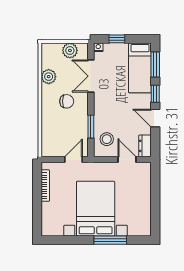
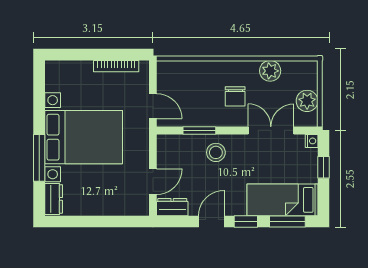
stool: (107, 139) -> (216, 152), moved
dresser: (139, 230) -> (54, 199), added

